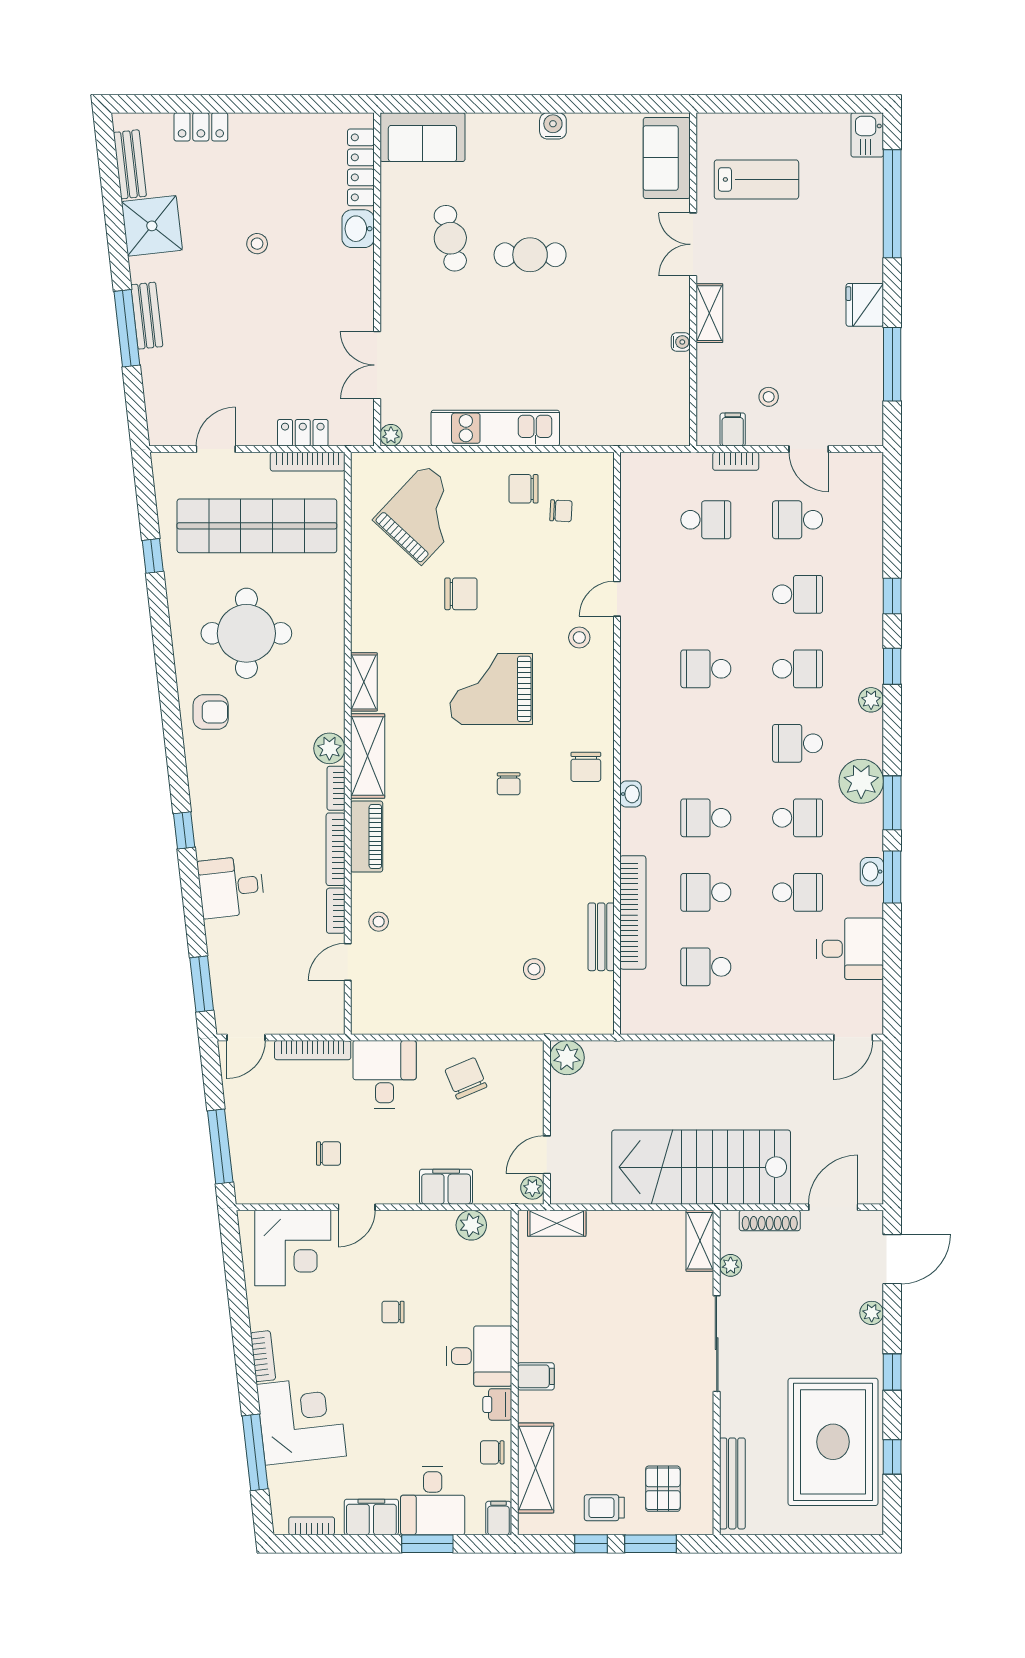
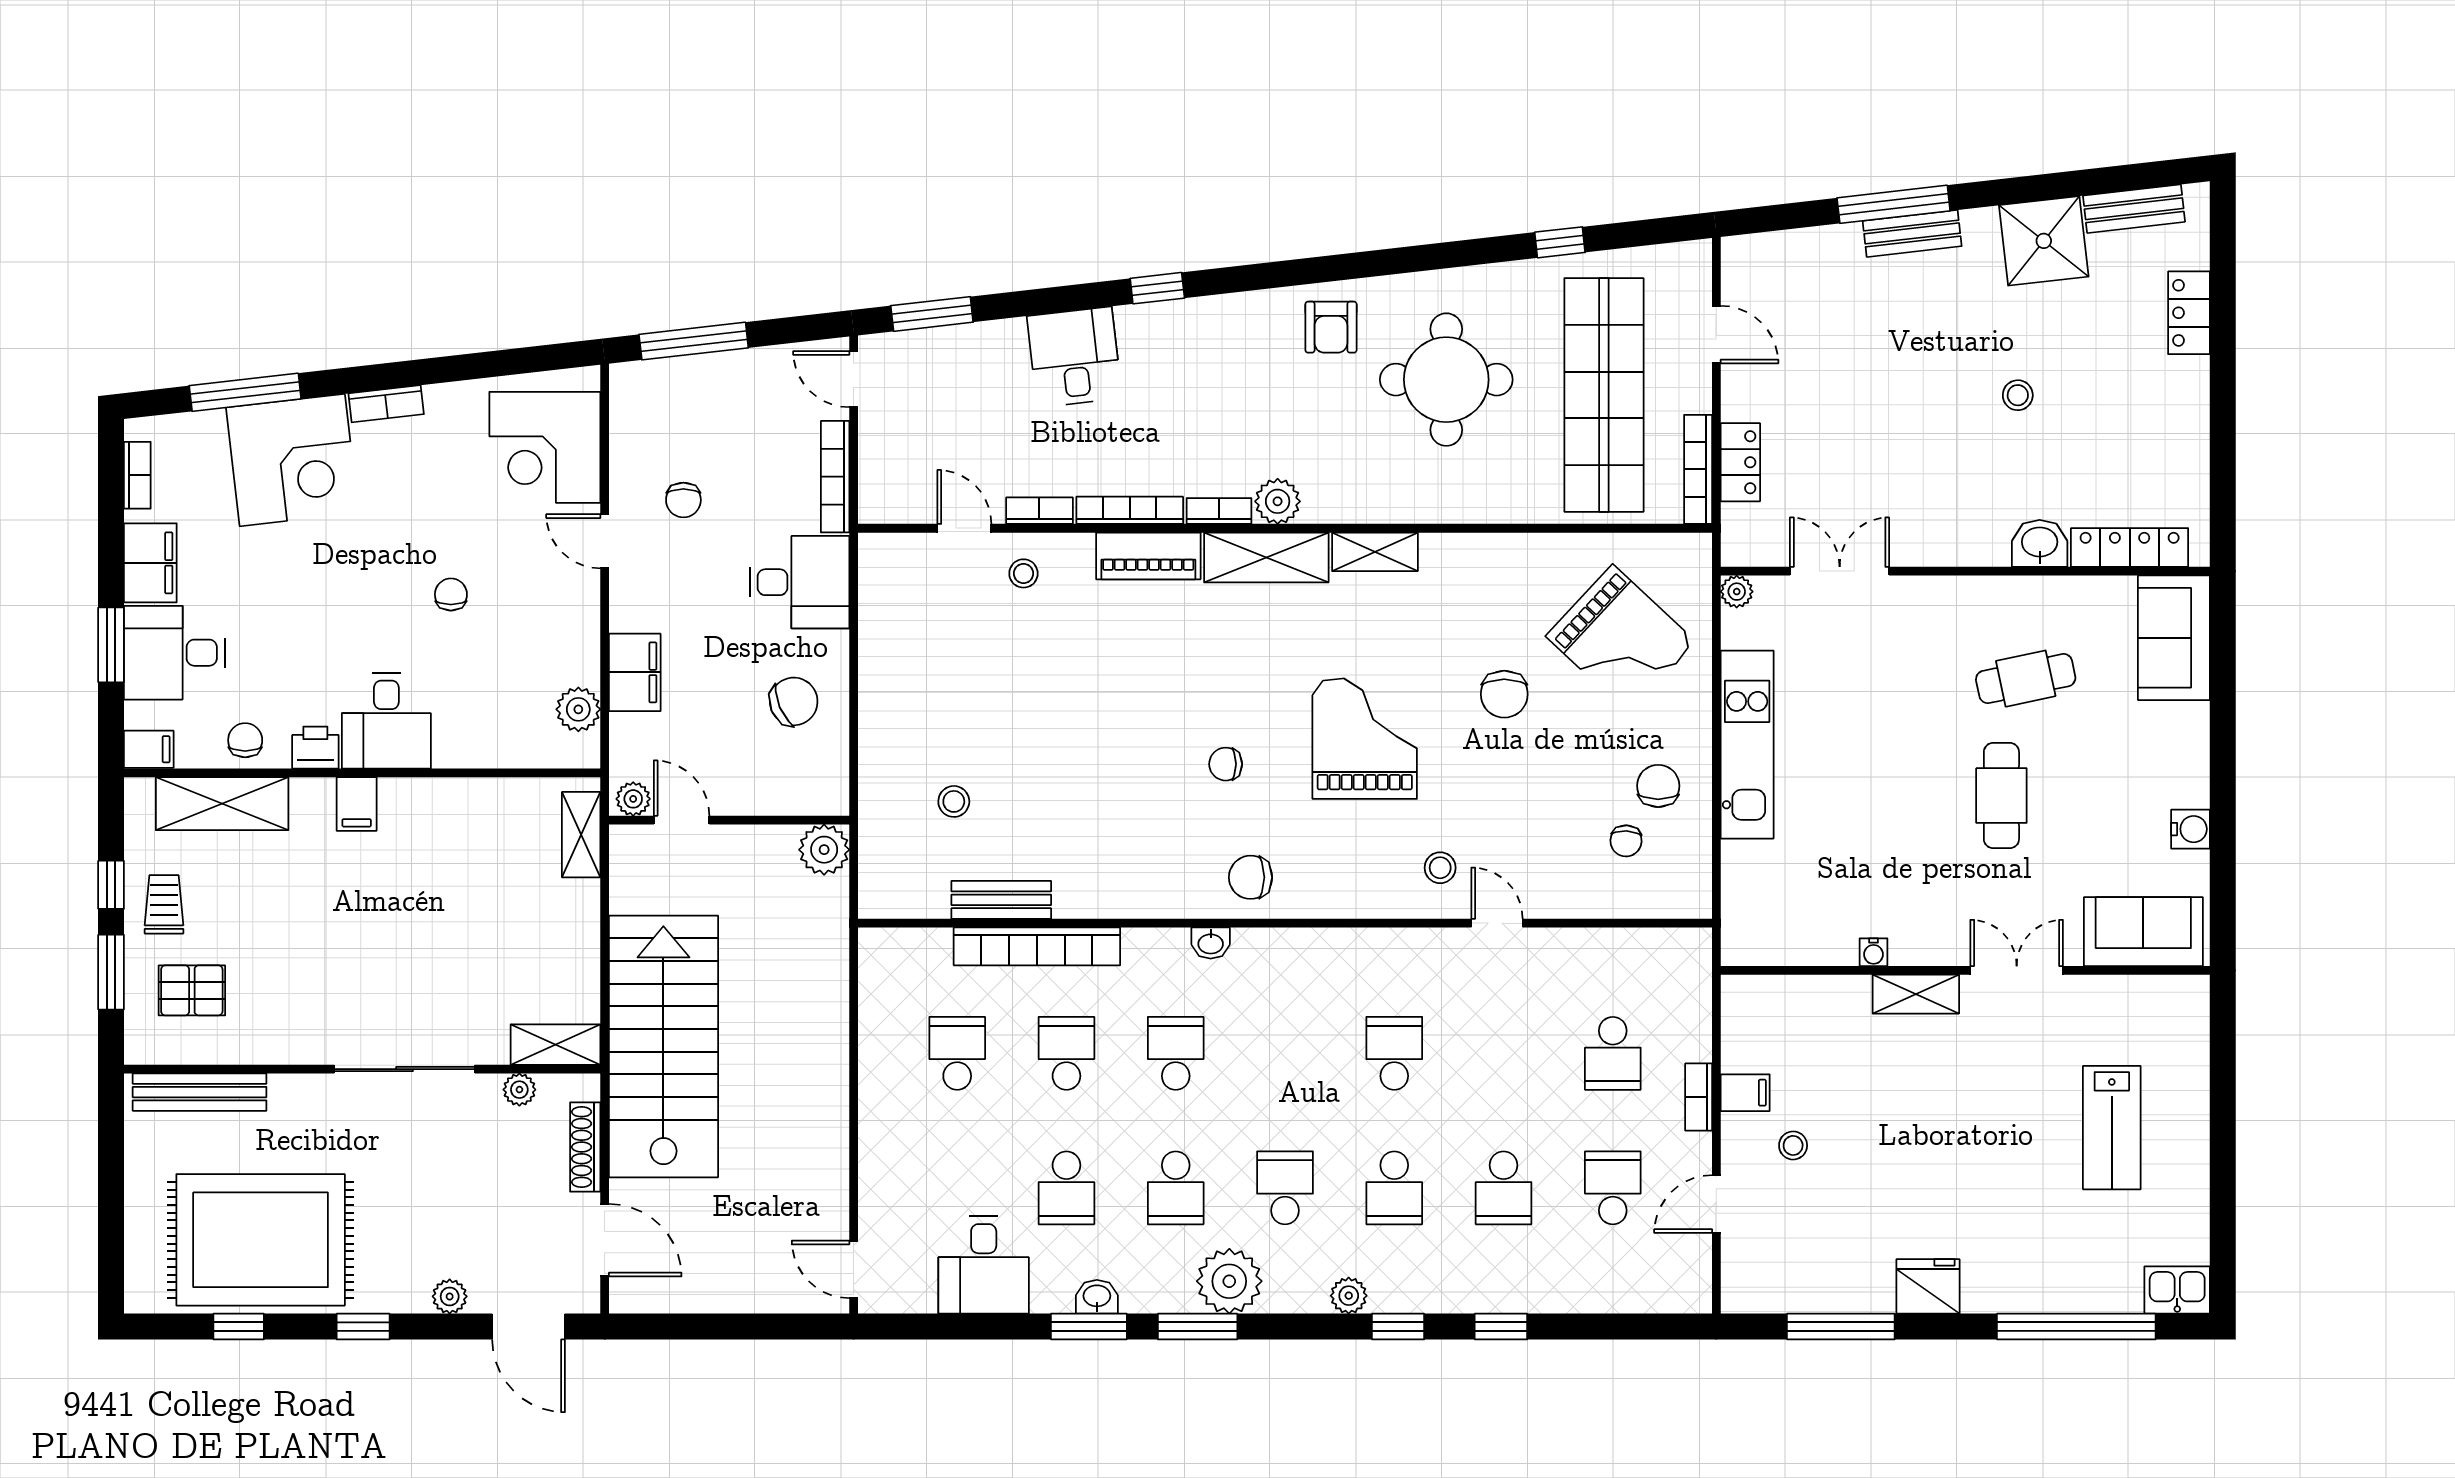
sofa: (667, 158) -> (2143, 932), moved
double door: (693, 244) -> (2017, 970), moved
wall: (693, 279) -> (1965, 970), moved
shelving: (709, 313) -> (1916, 994), moved
water cooler: (681, 342) -> (1874, 952), moved

